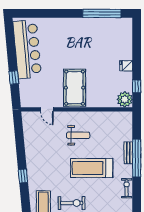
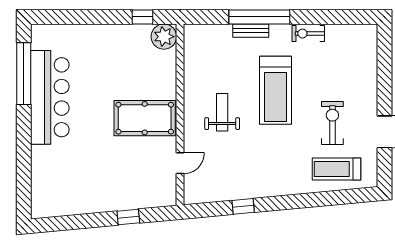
bar counter: (27, 49) -> (50, 97), moved, turned 95
fridge: (126, 66) -> (109, 34), removed
window: (23, 176) -> (243, 206), moved

